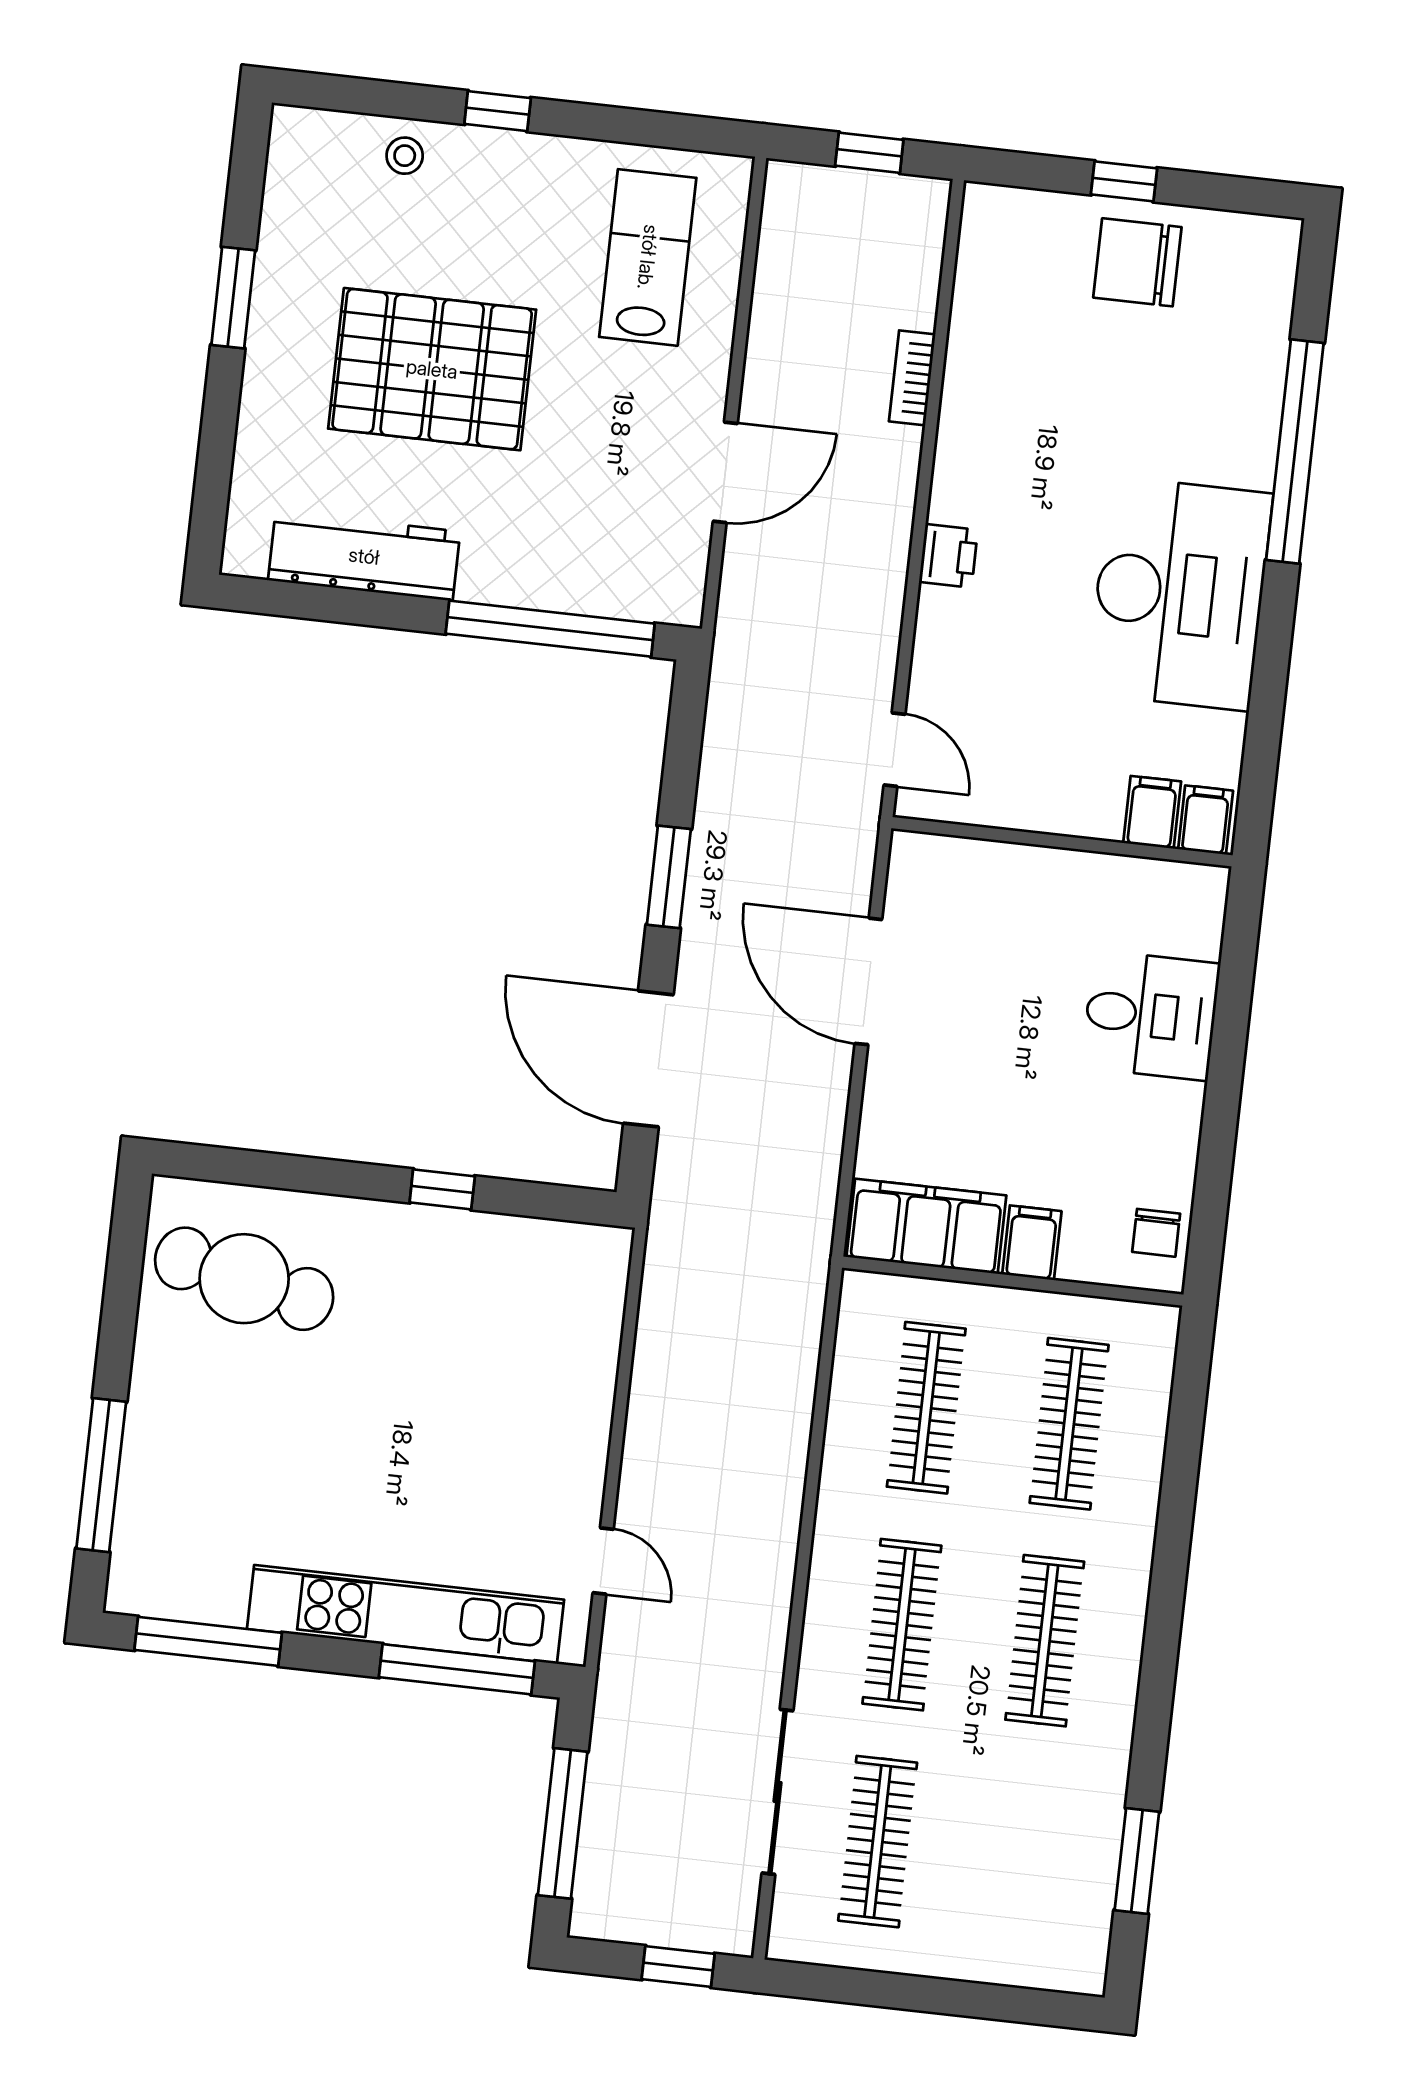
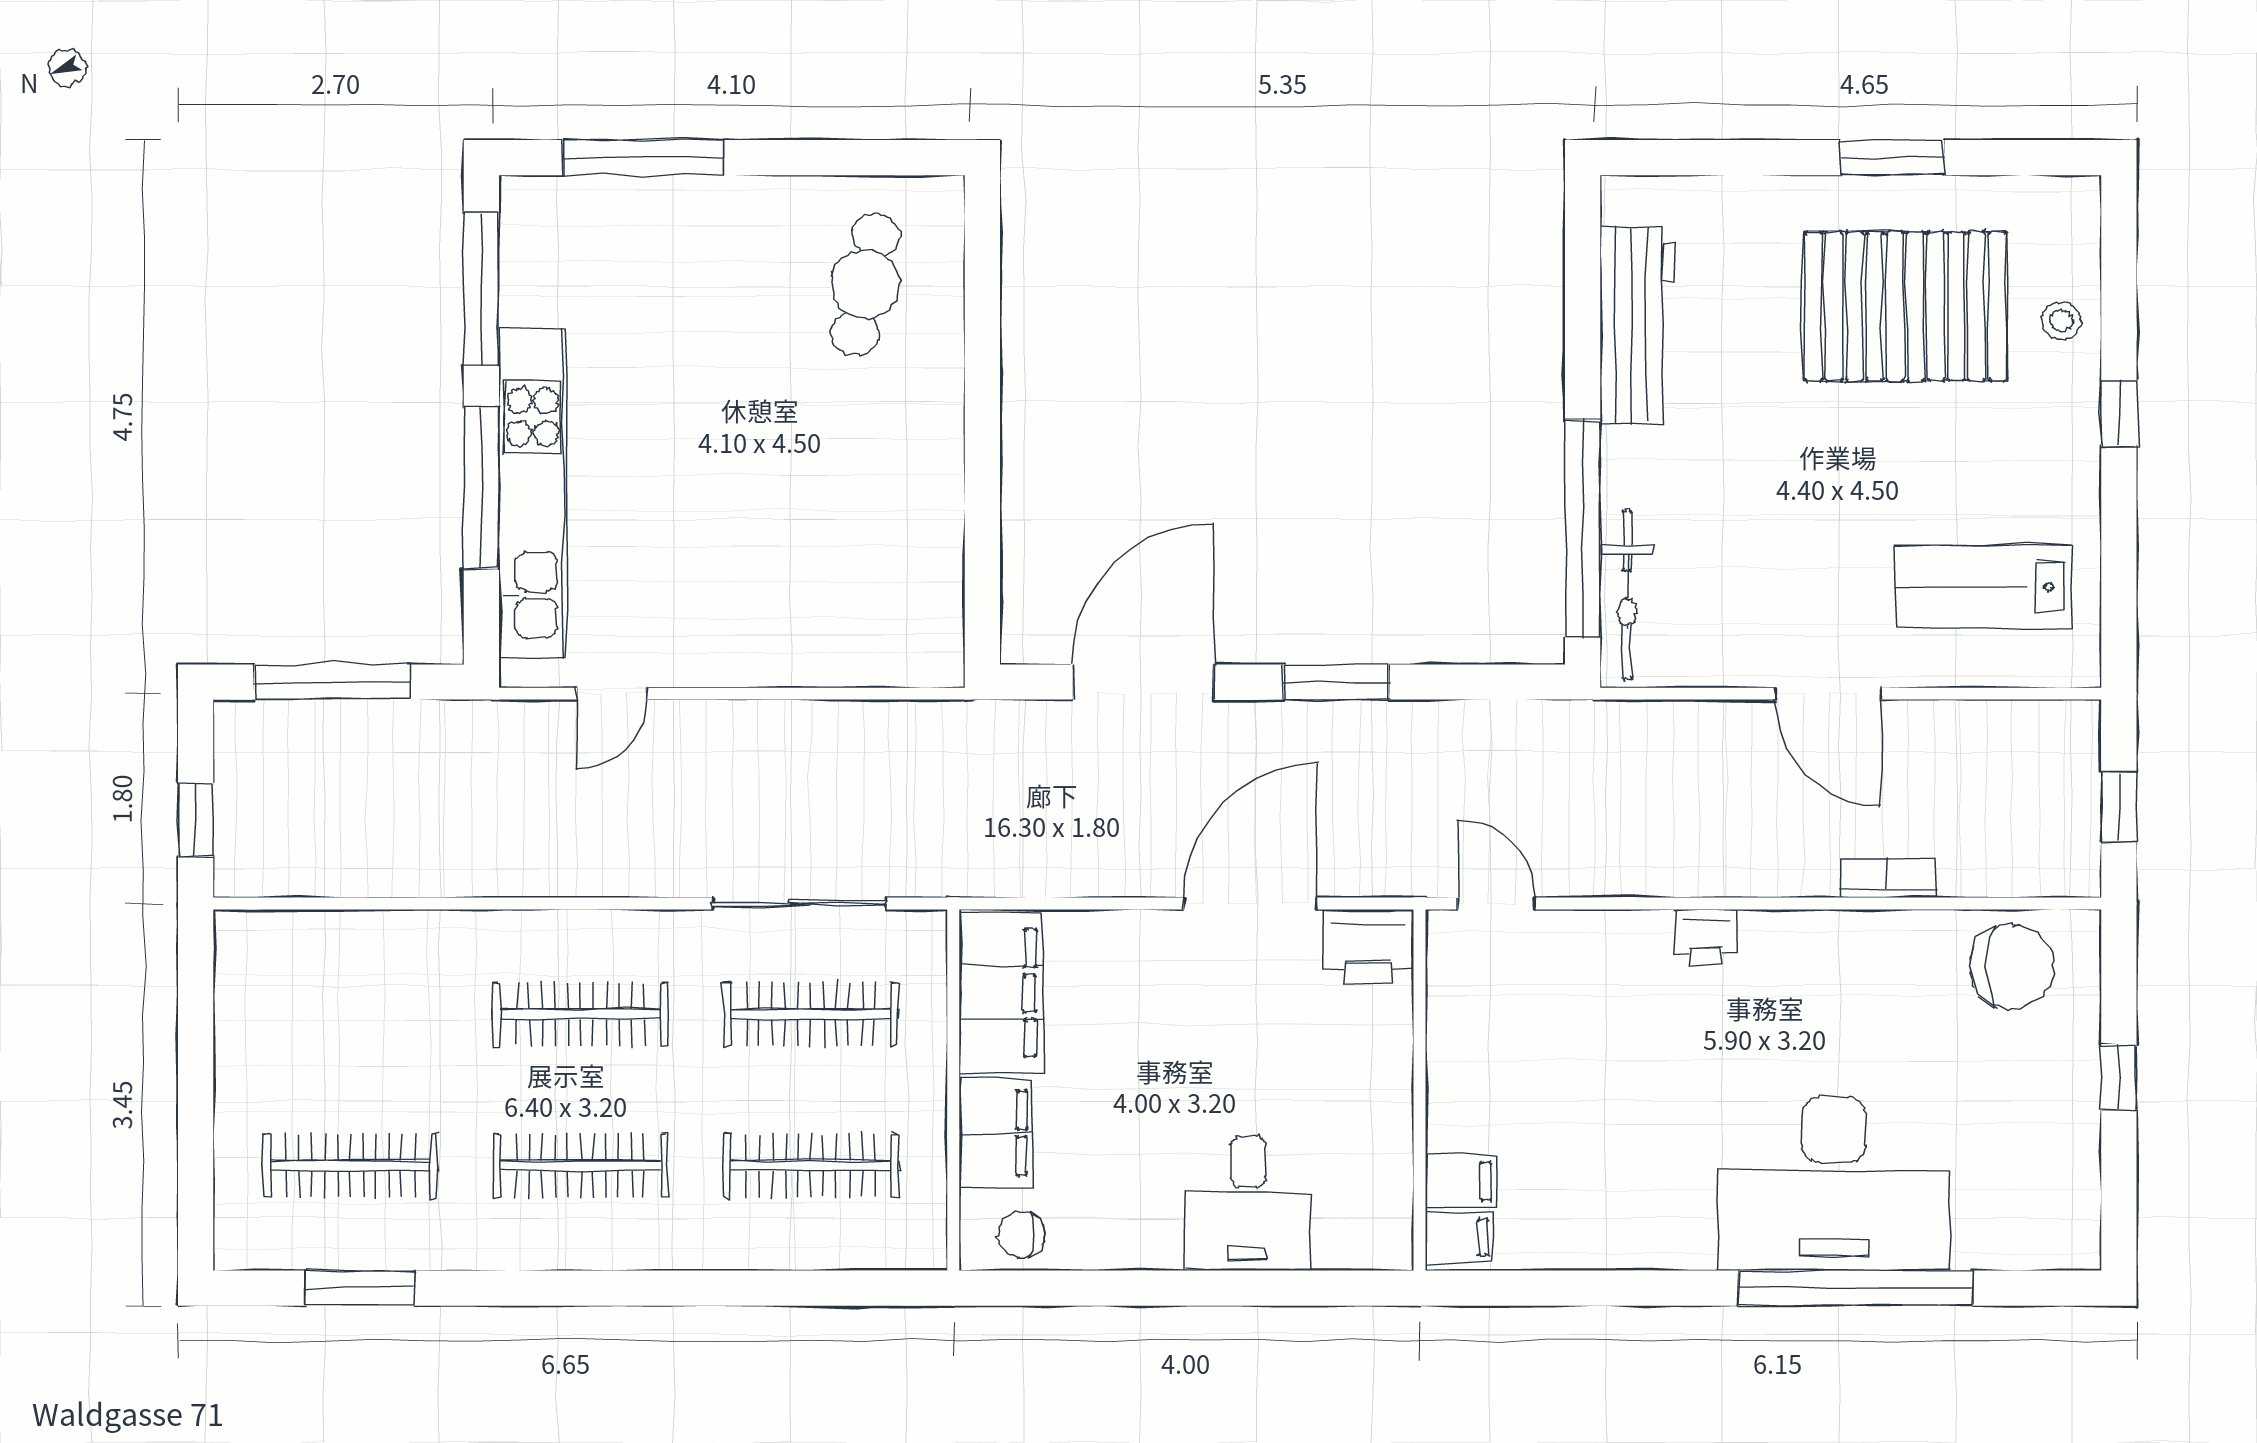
lab bench: (648, 257) -> (1983, 587), turned 180
chair: (1137, 262) -> (2012, 967), moved, turned 90
pallet: (432, 369) -> (1905, 306), moved, turned 90
door: (725, 472) -> (1828, 694), moved
bicycle: (617, 594) -> (1627, 595), added
desk: (1180, 594) -> (1834, 1184), moved
door: (894, 750) -> (1496, 903), swing flipped
printer: (922, 875) -> (1368, 947), added
window: (442, 1189) -> (982, 481), removed
filing cabinet: (1032, 1243) -> (996, 1133), width x2.00
cafe table: (244, 1279) -> (866, 284), width x0.73, depth x0.74
window: (457, 1669) -> (481, 488), moved
sliding door: (777, 1792) -> (799, 903), moved
clothes rail: (878, 1842) -> (350, 1166), moved

